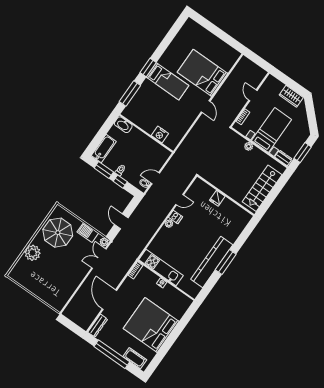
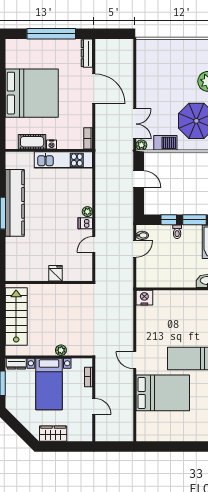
nightstand: (160, 134) -> (144, 298), moved
cot: (135, 358) -> (32, 142), moved

